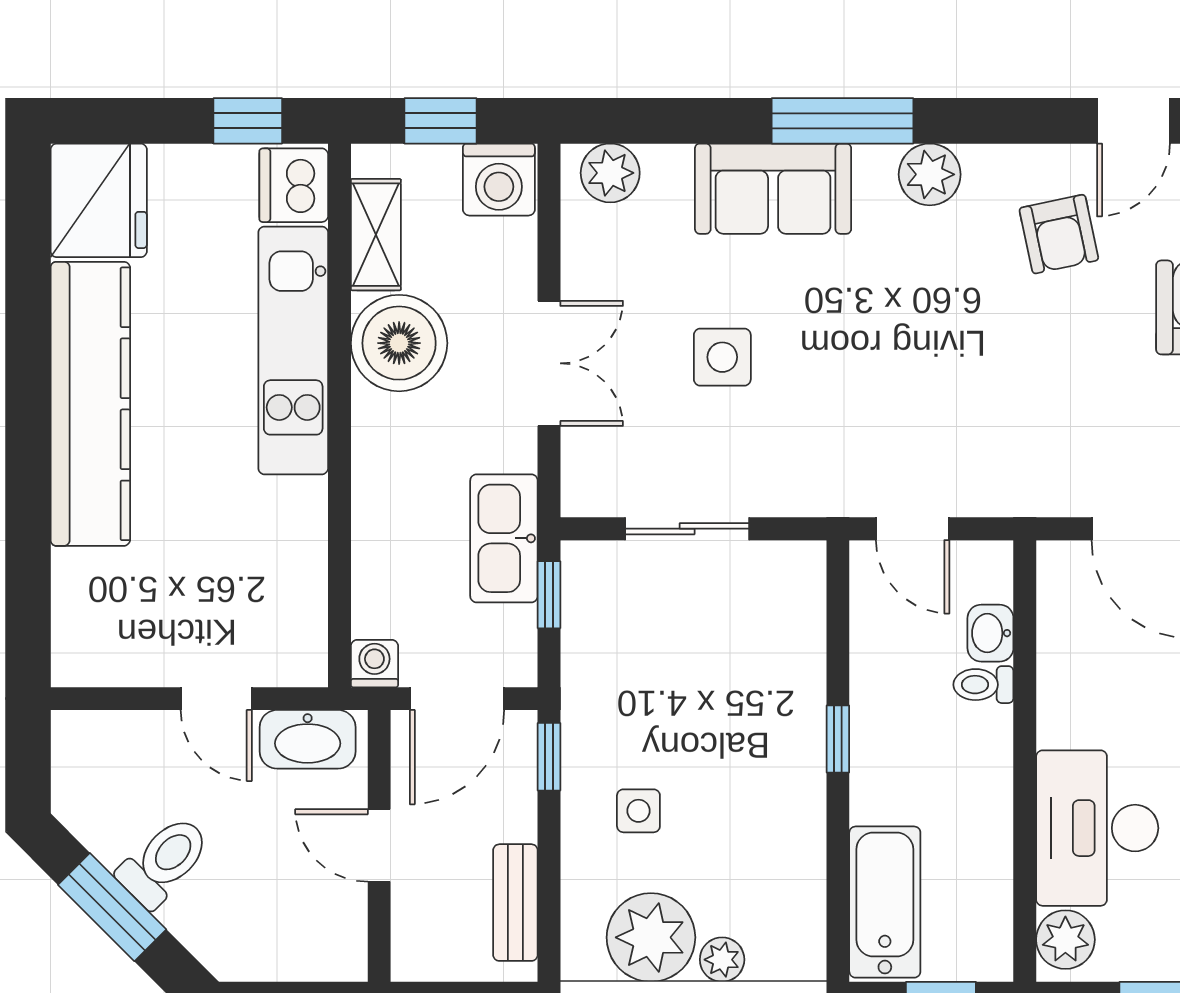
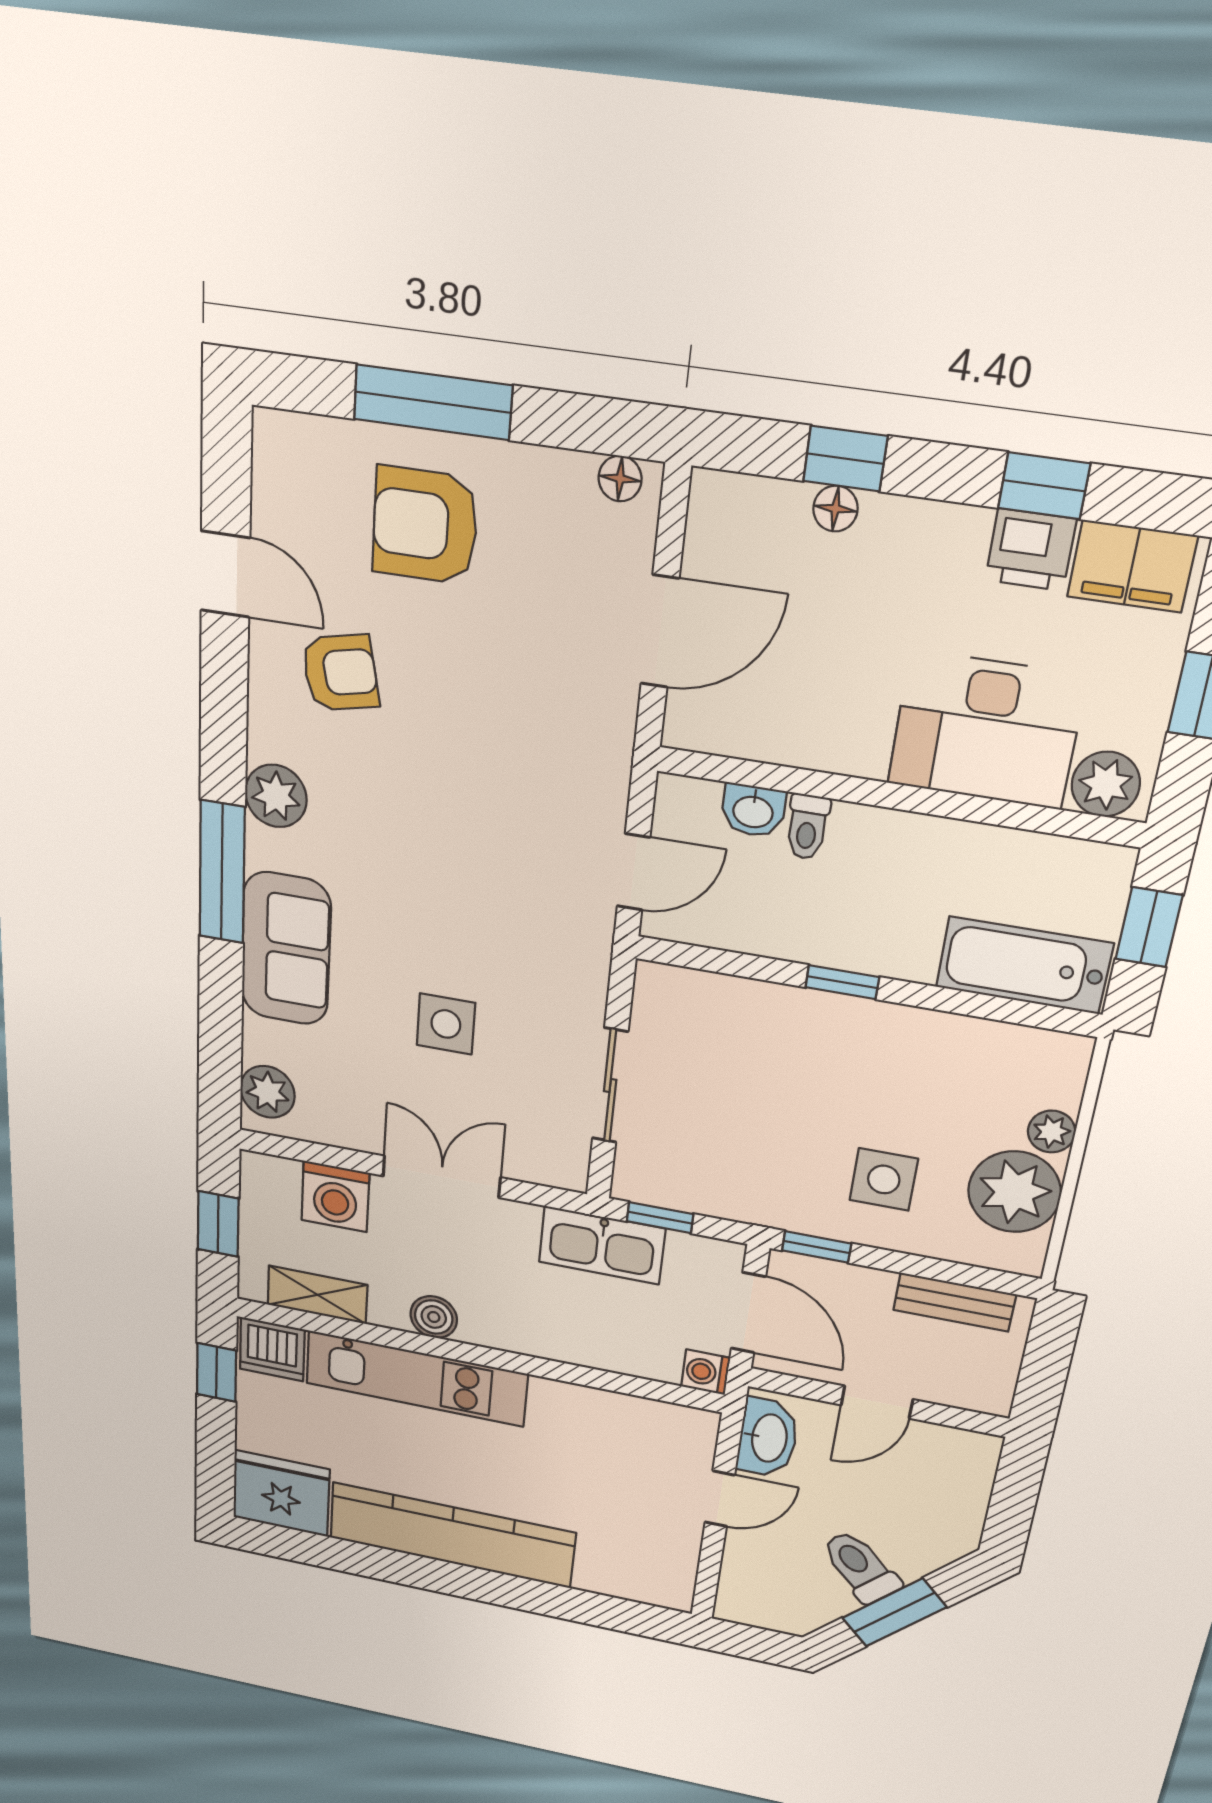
washing machine: (499, 180) -> (335, 1197), moved, turned 90
boiler: (399, 343) -> (434, 1317), width x0.54, depth x0.54
side table: (638, 811) -> (884, 1179), width x1.37, depth x1.37

